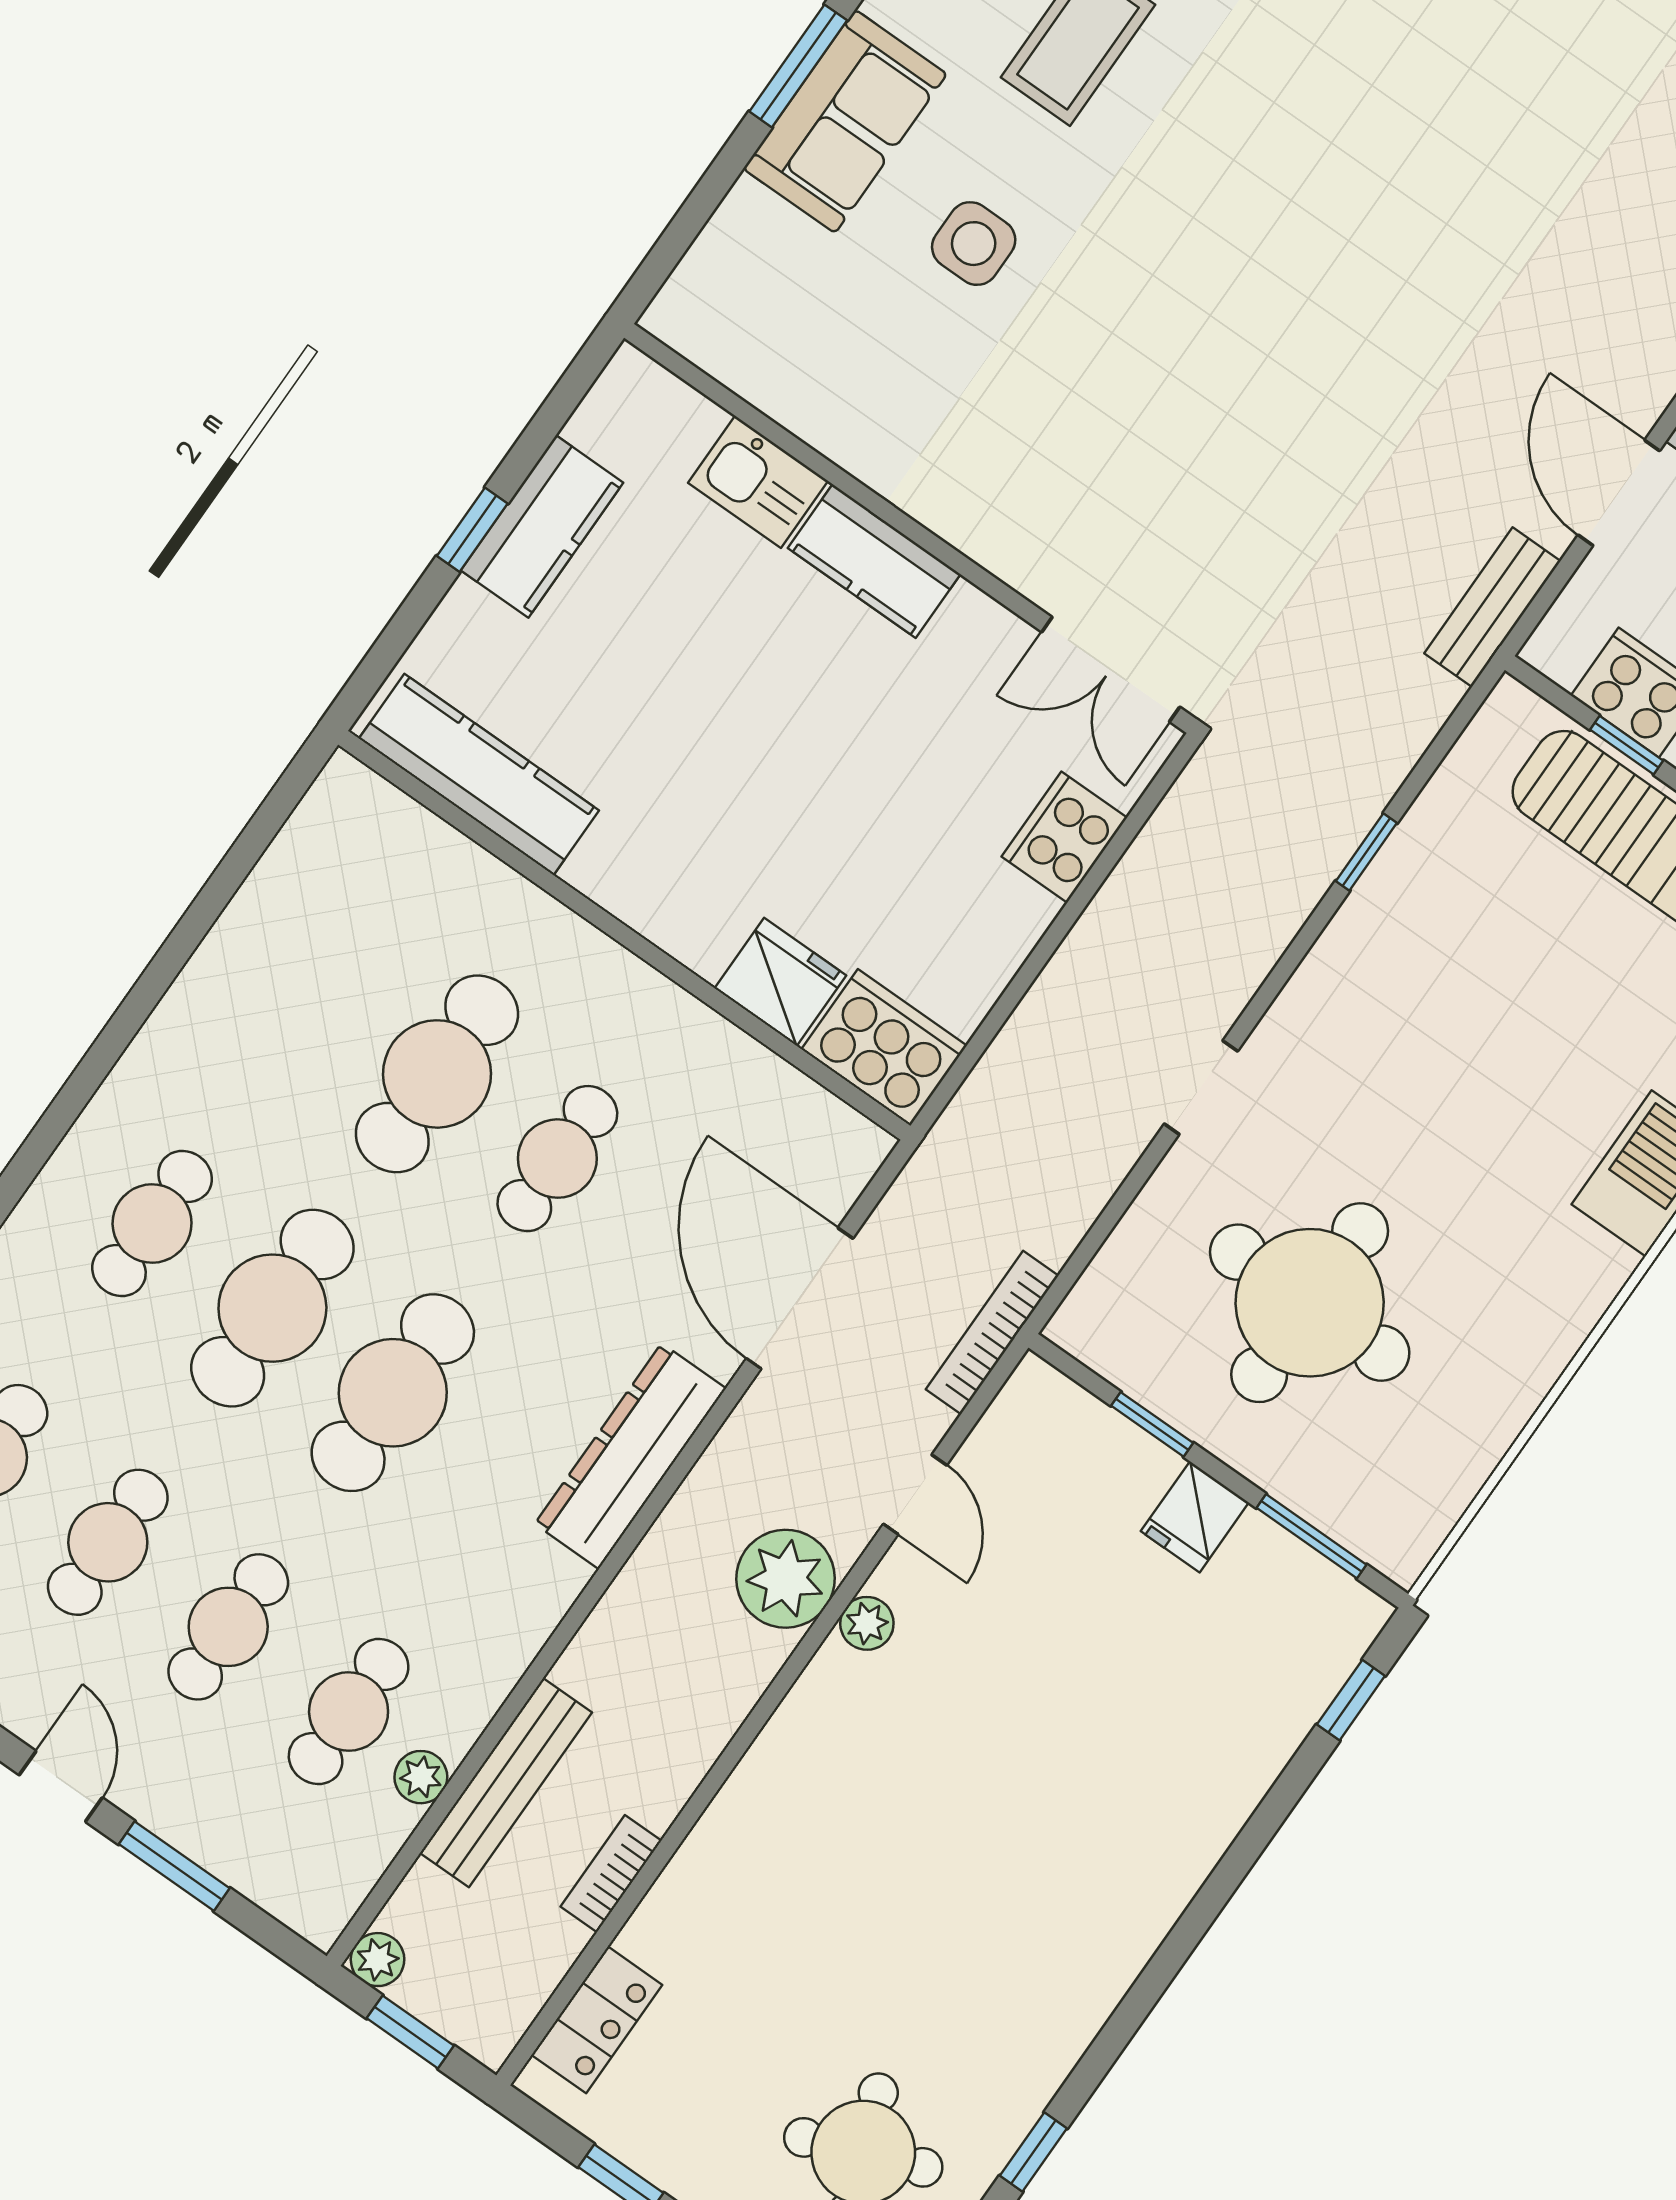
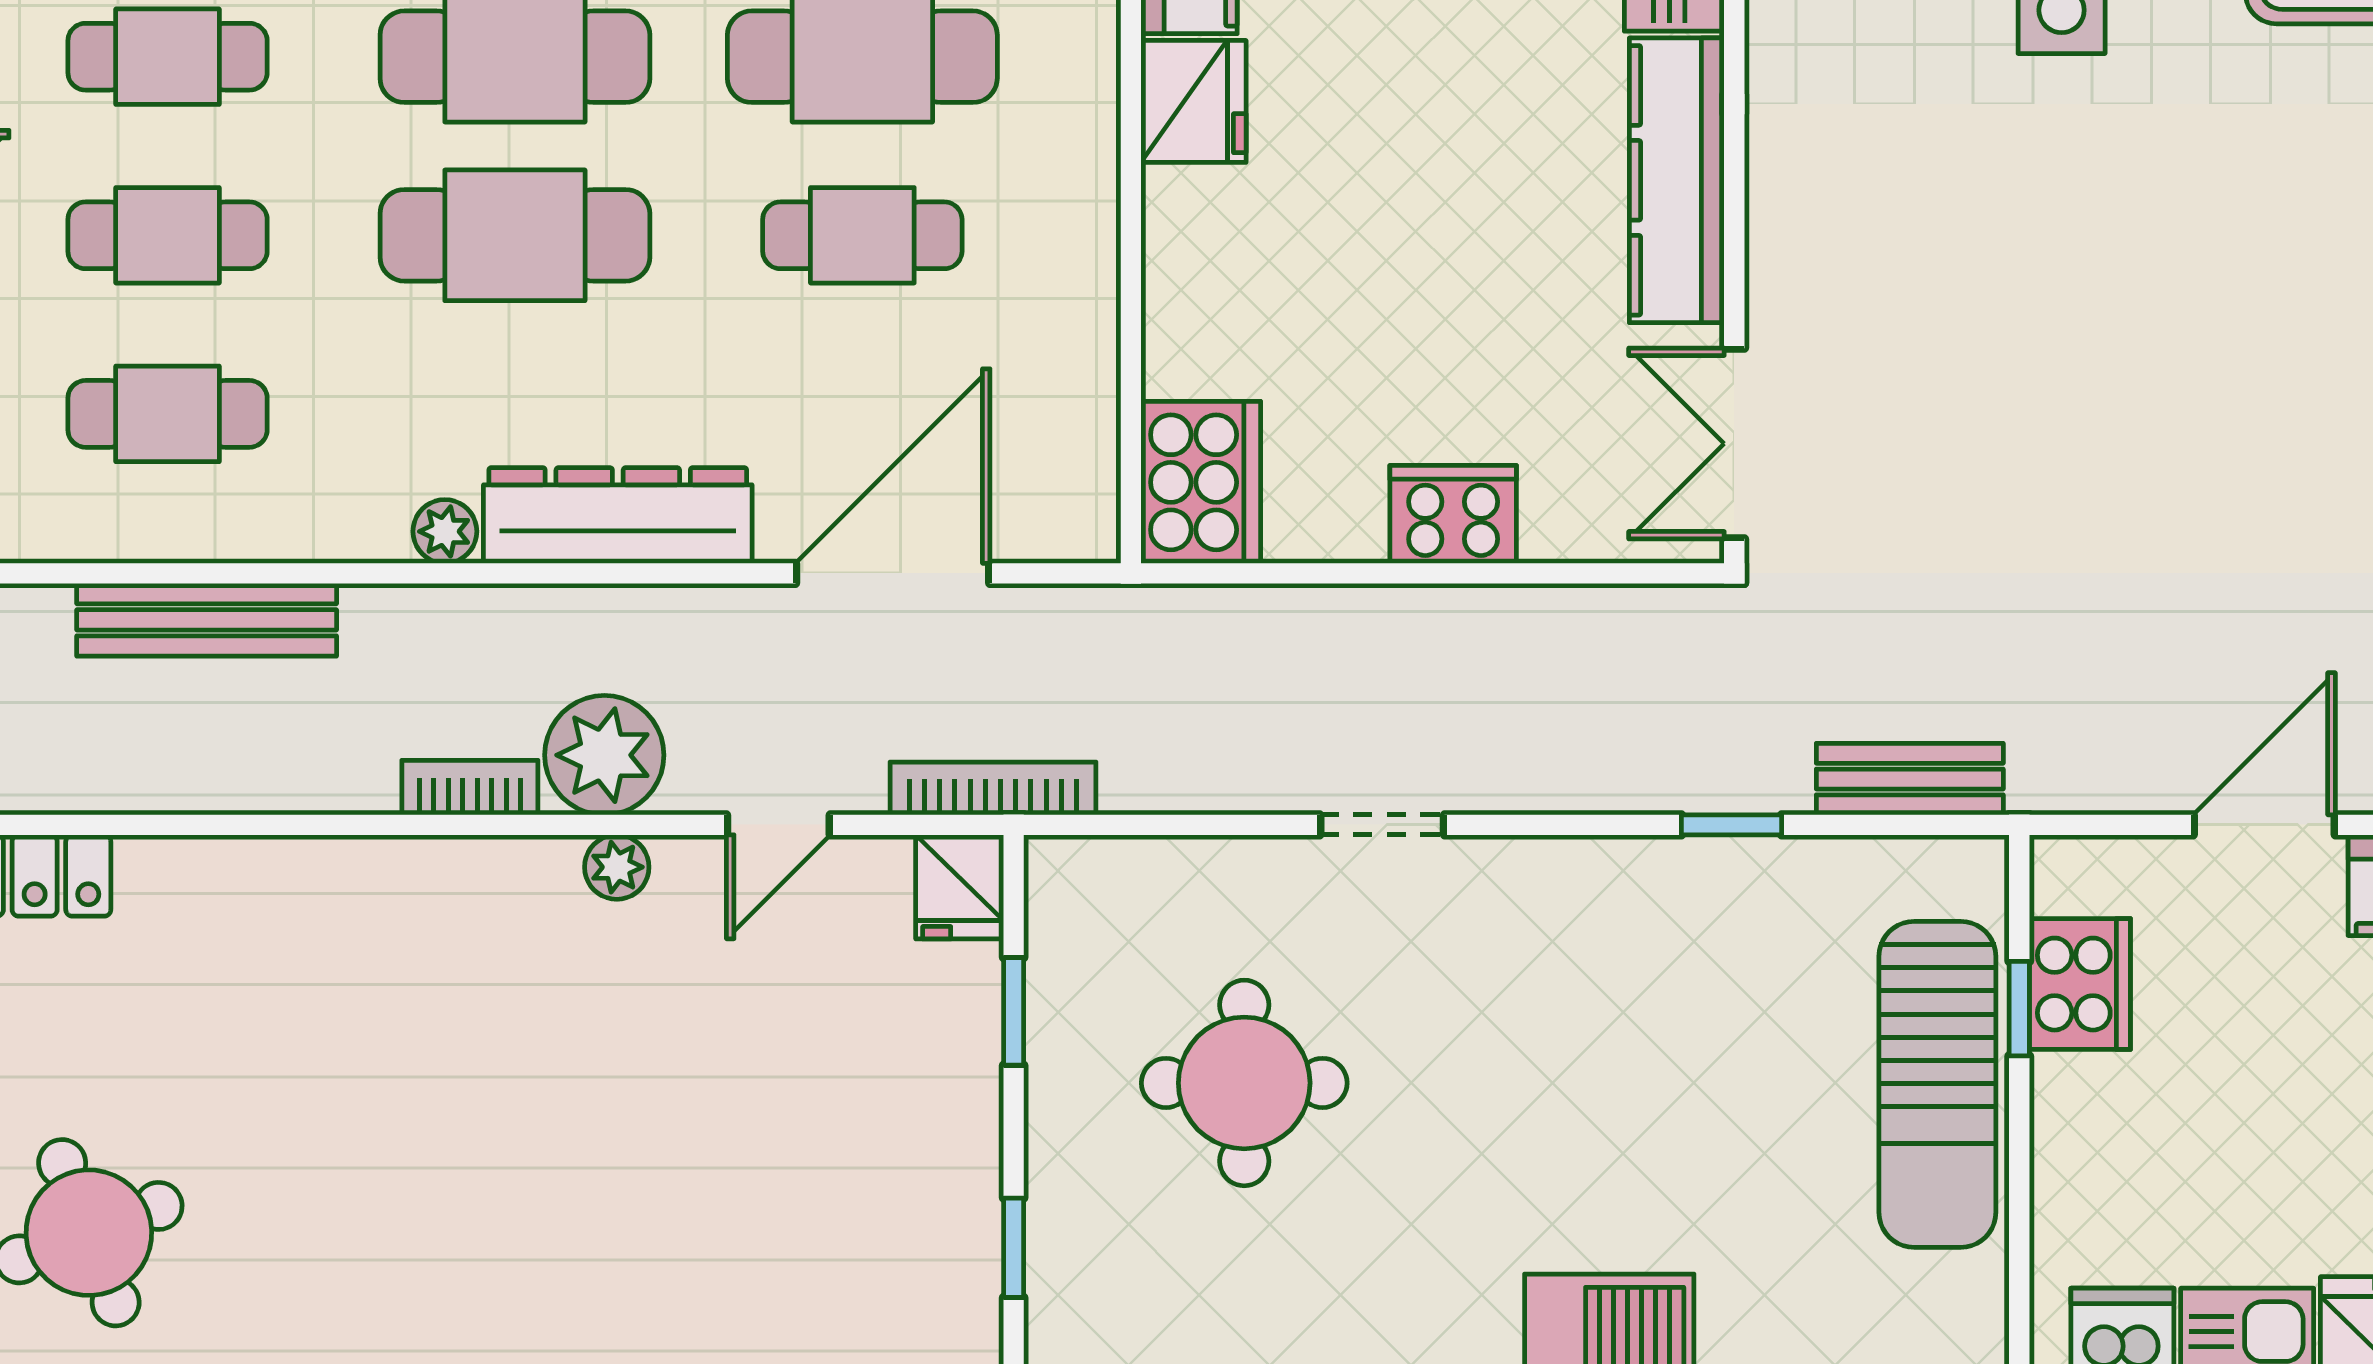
kitchen counter: (874, 561) -> (1677, 180), width x1.50
bench: (1492, 607) -> (1910, 779), moved
cooker: (1064, 837) -> (1453, 514), moved
fridge: (780, 982) -> (1193, 101), moved
round table: (1310, 1303) -> (1244, 1083), width x0.73, depth x0.73
fridge: (1195, 1517) -> (959, 887), moved, turned -90
window: (1311, 1536) -> (1014, 1248), width x0.67
plant: (421, 1777) -> (445, 531), moved
bookcase: (611, 1874) -> (470, 788), moved

